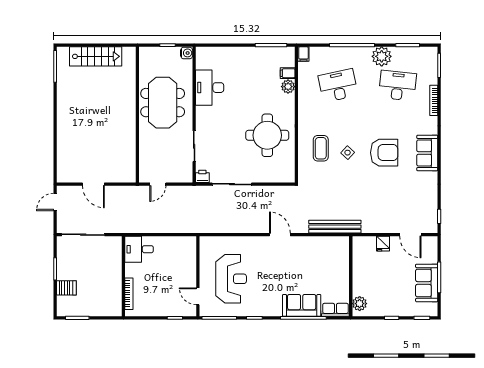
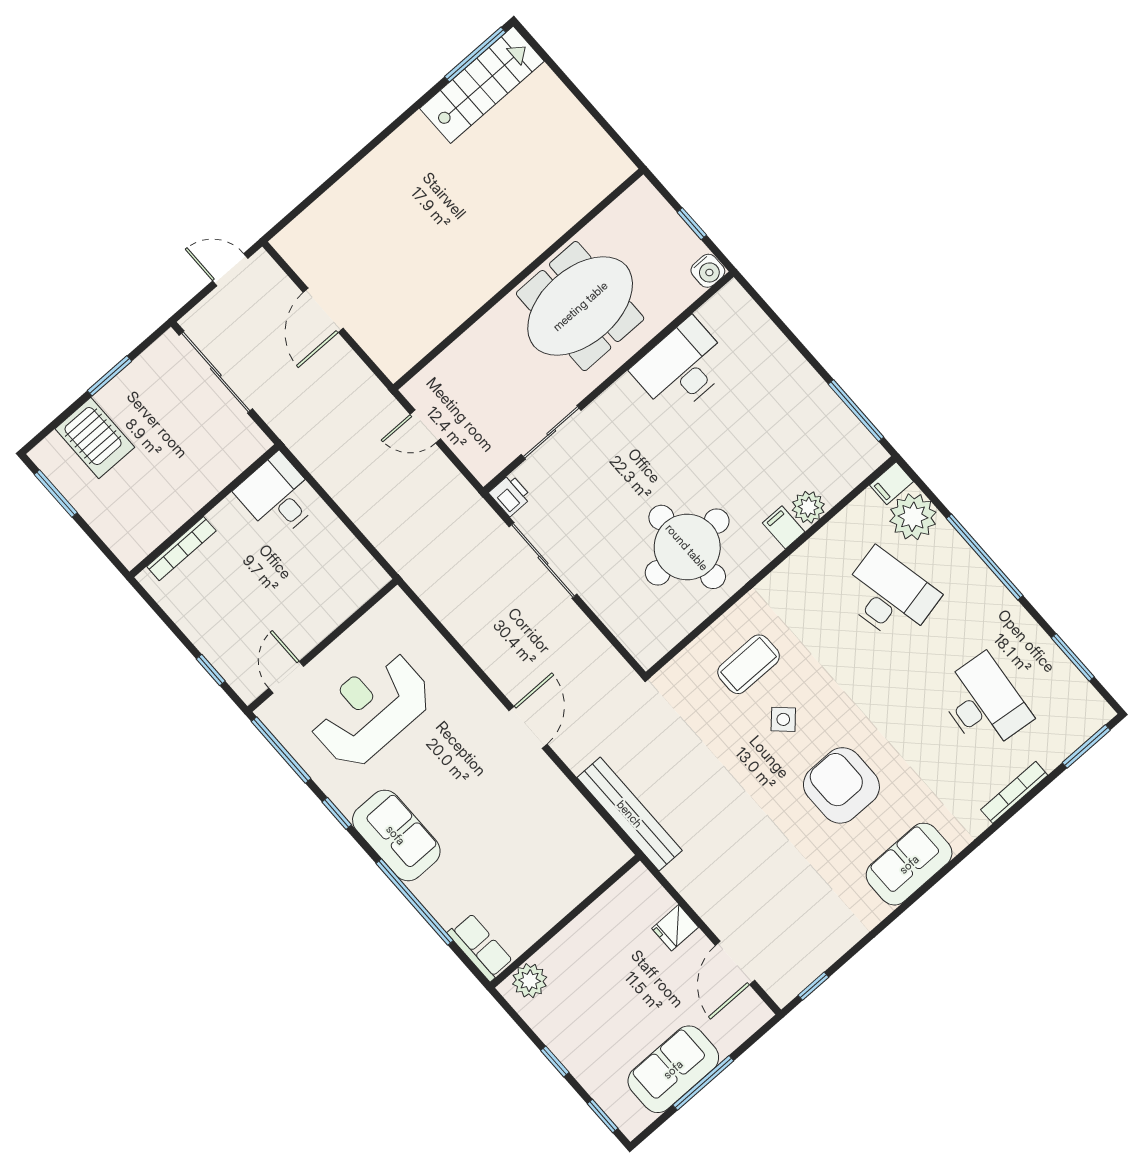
stairs: (96, 56) -> (482, 85), moved, turned -90
plant: (382, 56) -> (913, 517), moved
filing cabinet: (288, 73) -> (784, 527), moved
armchair: (384, 153) -> (841, 785), turned 180
reception desk: (231, 279) -> (371, 709), turned 180
server rack: (66, 288) -> (95, 438), width x1.36, depth x1.44
sofa: (302, 305) -> (396, 835), moved

